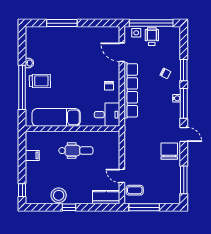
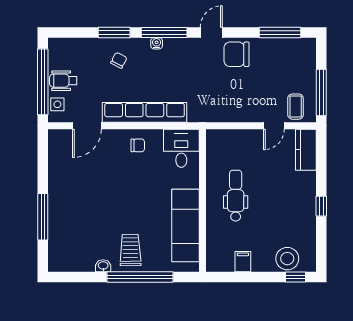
stool: (59, 195) -> (287, 259), moved

